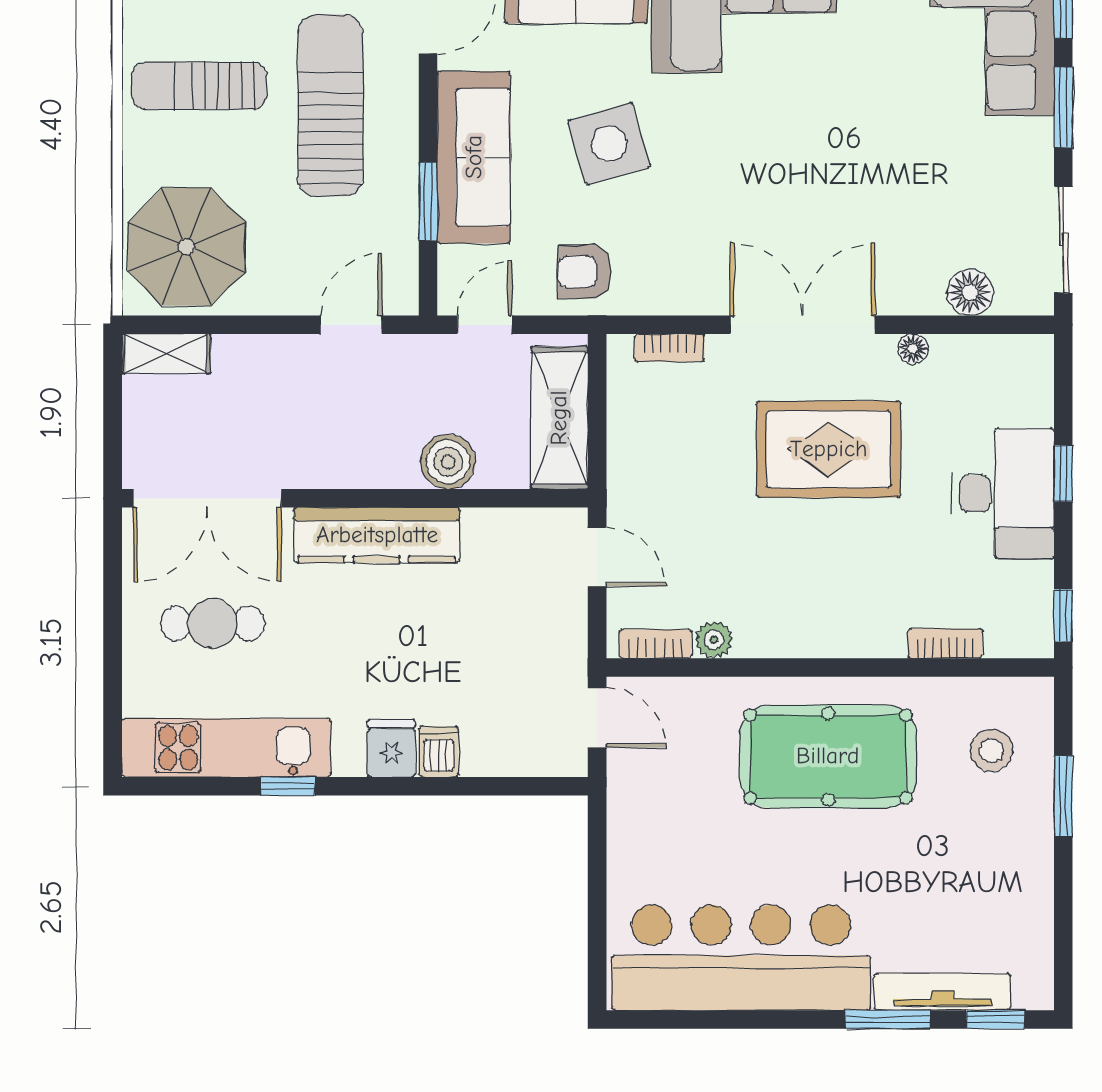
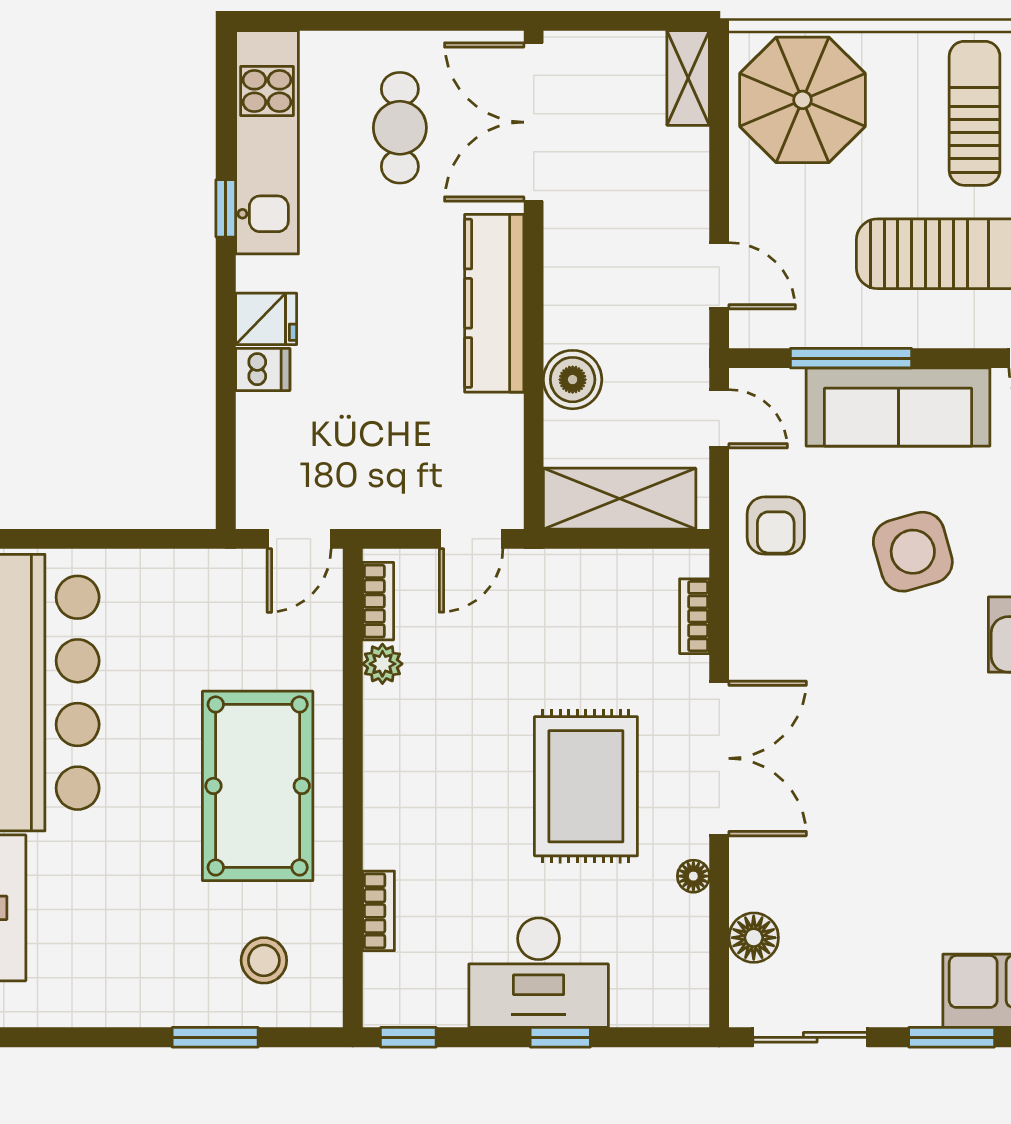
window: (428, 201) -> (851, 358), width x1.44
armchair: (585, 272) -> (776, 526), turned 180

